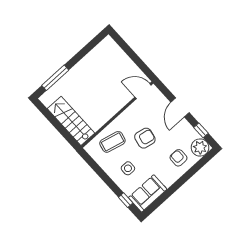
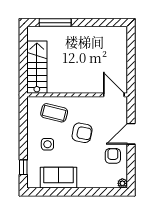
window: (201, 130) -> (131, 166), removed
plant: (200, 148) -> (122, 183), width x0.53, depth x0.53
armchair: (178, 158) -> (113, 156), moved
sofa: (148, 193) -> (58, 178), moved

